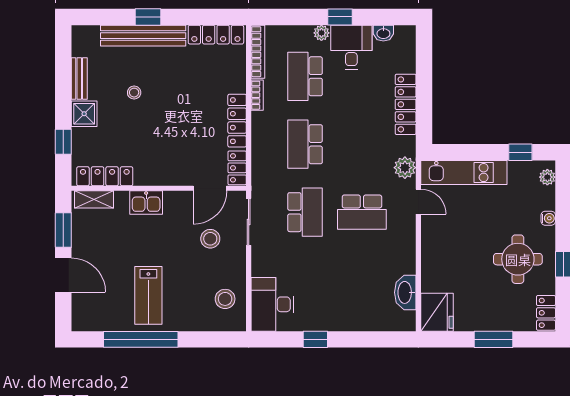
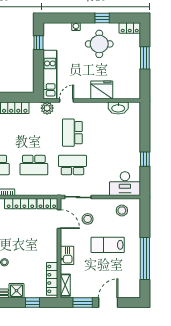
plant: (547, 177) -> (53, 27), removed
school desk: (362, 212) -> (72, 133), turned 180
lab bench: (148, 295) -> (108, 245), moved, turned 180
fridge: (437, 312) -> (102, 90), moved

